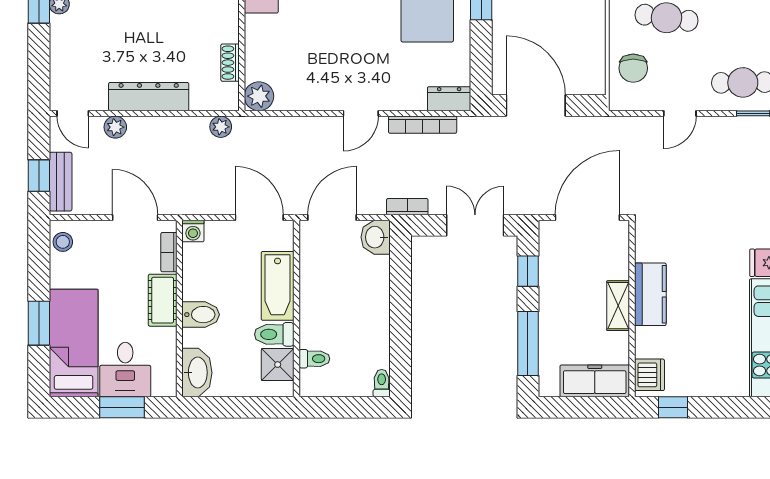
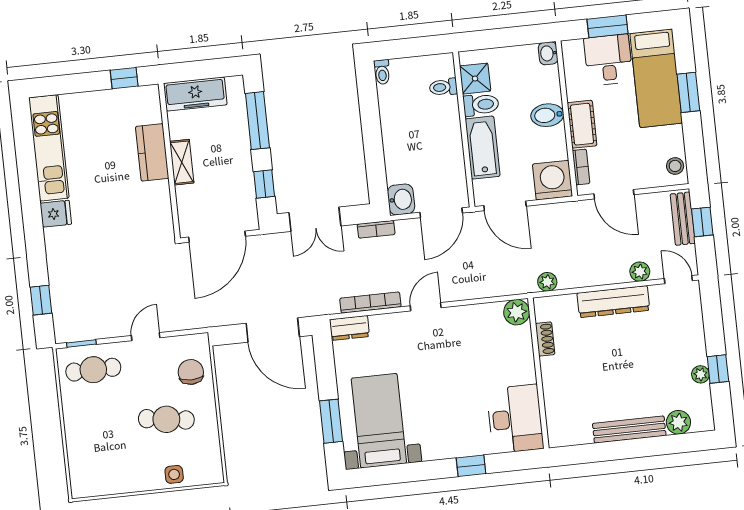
washing machine: (193, 231) -> (552, 180), width x1.89, depth x1.89
kitchen counter: (650, 294) -> (152, 152), moved
washbasin: (197, 373) -> (548, 53), width x0.52, depth x0.69
dishwasher: (649, 375) -> (148, 104), removed

